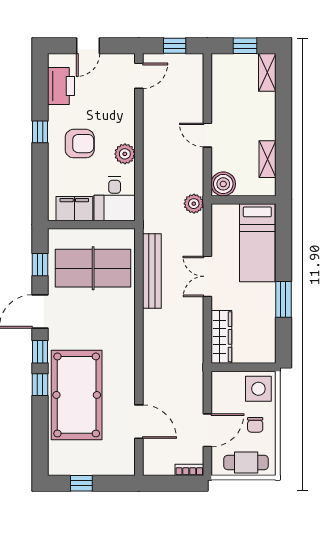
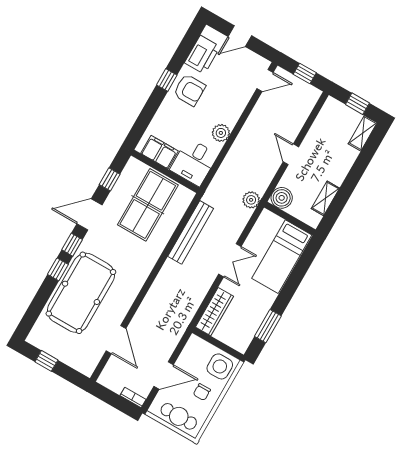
armchair: (80, 144) -> (189, 90), moved
table tennis table: (93, 268) -> (148, 205), turned 90
double door: (207, 276) -> (230, 260), swing flipped
window: (283, 299) -> (268, 326), moved

